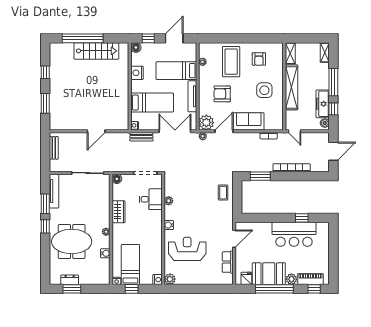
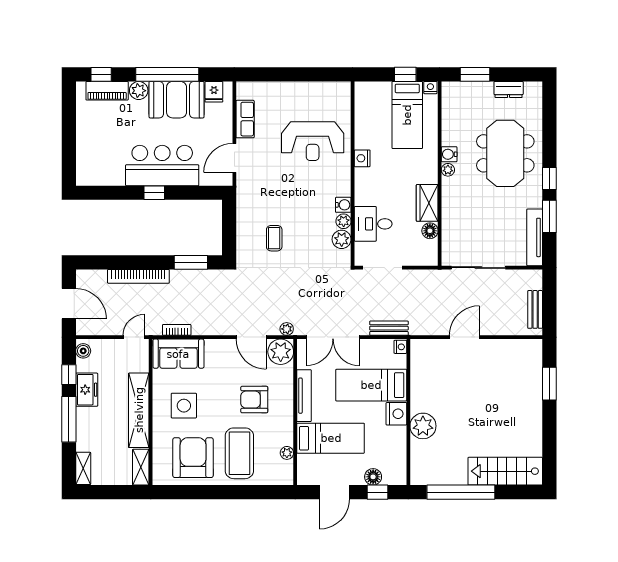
window: (83, 38) -> (461, 492), moved
floor lamp: (136, 48) -> (373, 477), moved
stairs: (96, 51) -> (505, 471), moved
armchair: (259, 59) -> (193, 458), width x1.88, depth x1.88
window: (45, 72) -> (549, 435), removed
nightstand: (137, 73) -> (396, 414), moved
plant: (121, 78) -> (423, 426), added
armchair: (222, 94) -> (254, 400), turned 180
freezer: (323, 104) -> (87, 390), width x0.71
sofa: (249, 121) -> (178, 354), moved
door: (224, 131) -> (251, 337), hinge flipped
door: (294, 131) -> (134, 337), hinge flipped
door: (333, 151) -> (69, 304), swing flipped
floor lamp: (117, 179) -> (430, 231), moved
coffee table: (223, 193) -> (274, 238), moved
window: (302, 218) -> (154, 193), moved
water cooler: (169, 225) -> (343, 205), moved
bar counter: (294, 234) -> (162, 165), moved
meeting table: (72, 241) -> (505, 153), turned 90
water cooler: (105, 253) -> (449, 154), moved
plant: (170, 279) -> (342, 239), moved
nightstand: (157, 280) -> (362, 158), moved
window: (72, 289) -> (475, 74), moved

